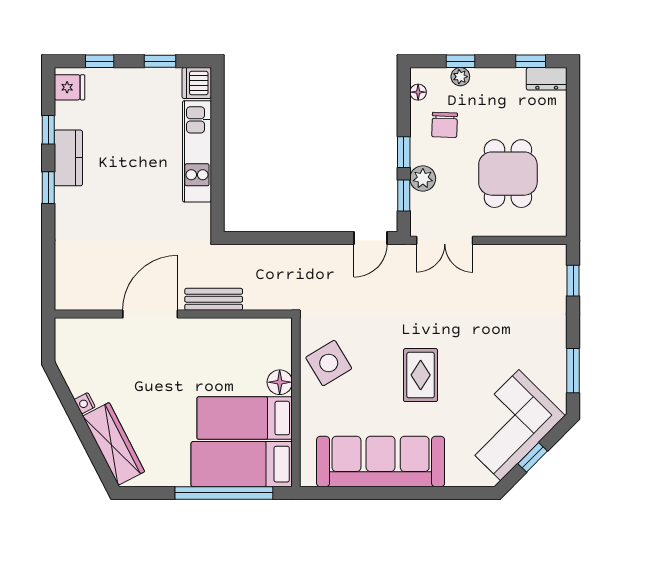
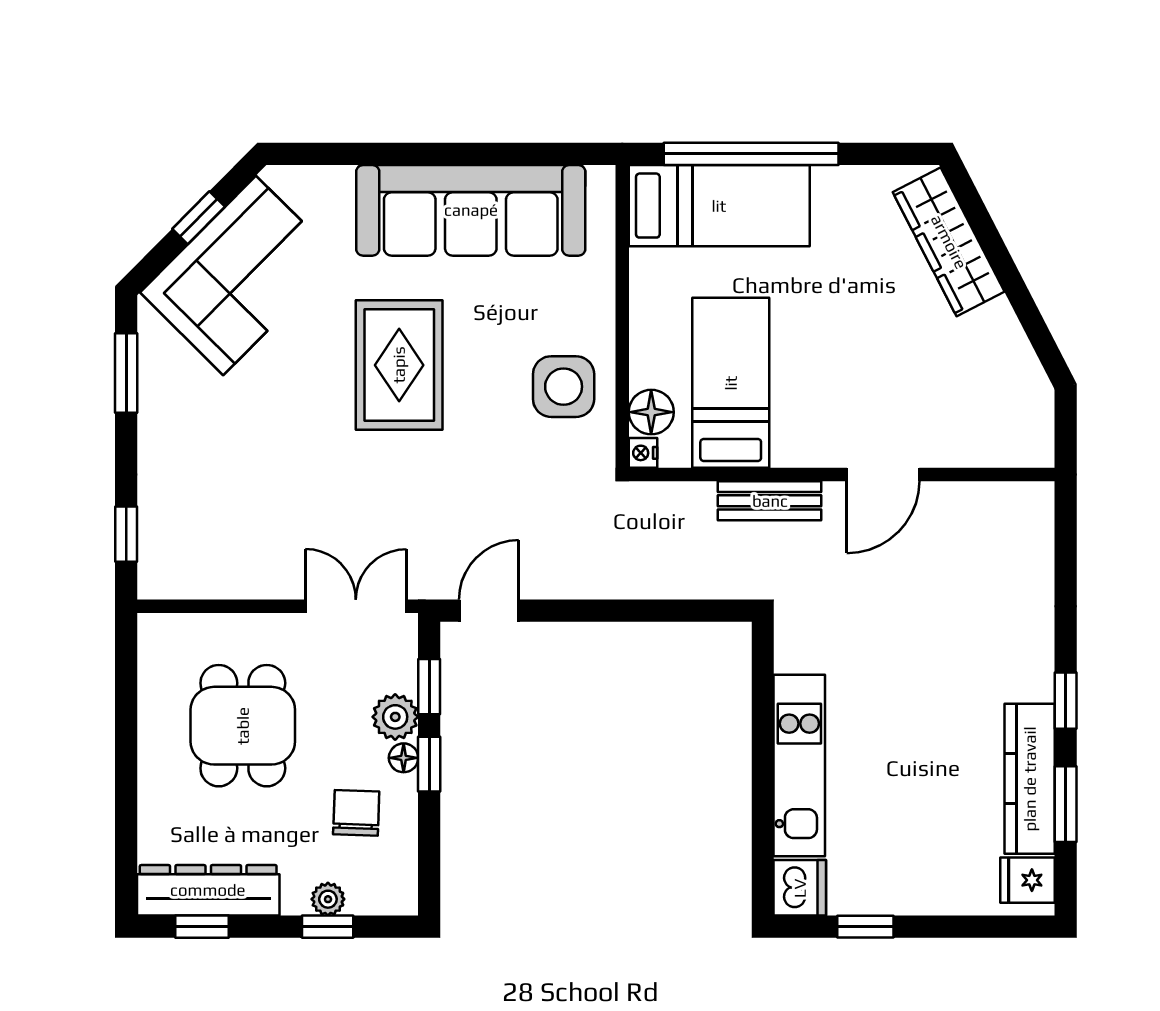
window: (100, 61) -> (973, 927), removed
dresser: (547, 79) -> (208, 890), width x1.96, depth x1.24
floor lamp: (418, 92) -> (404, 758), moved
window: (48, 130) -> (1066, 804), width x1.50
kitchen counter: (68, 158) -> (1030, 779), width x1.50
door: (150, 314) -> (883, 474), width x0.73
side table: (329, 363) -> (564, 387), turned 31
rug: (421, 375) -> (399, 365), width x1.36, depth x1.43
floor lamp: (280, 382) -> (651, 412), moved
nightstand: (85, 403) -> (643, 453), moved, turned -153
bed: (245, 418) -> (731, 383), moved, turned -90

